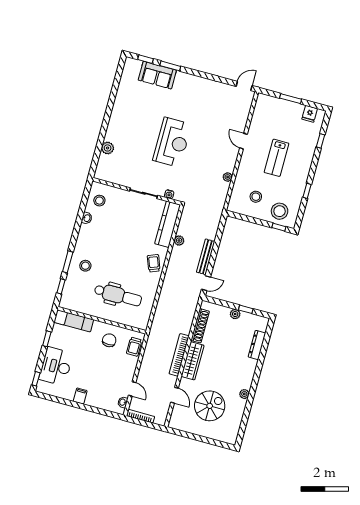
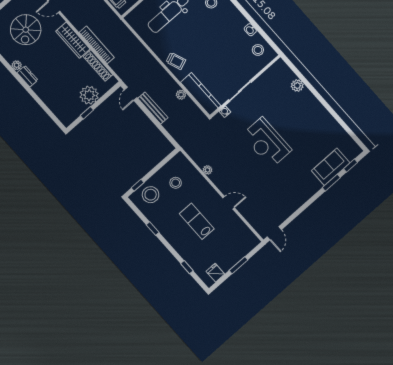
plant: (235, 314) -> (89, 95), width x1.87, depth x1.87
dresser: (257, 345) -> (27, 76), moved, width x0.70
bookcase: (179, 355) -> (97, 45), moved

